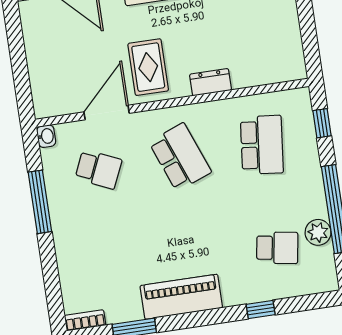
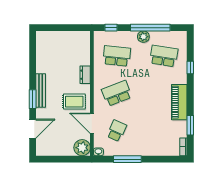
plant: (50, 99) -> (82, 148), added
plant: (318, 232) -> (143, 37), moved
school desk: (277, 248) -> (164, 56), width x1.85

